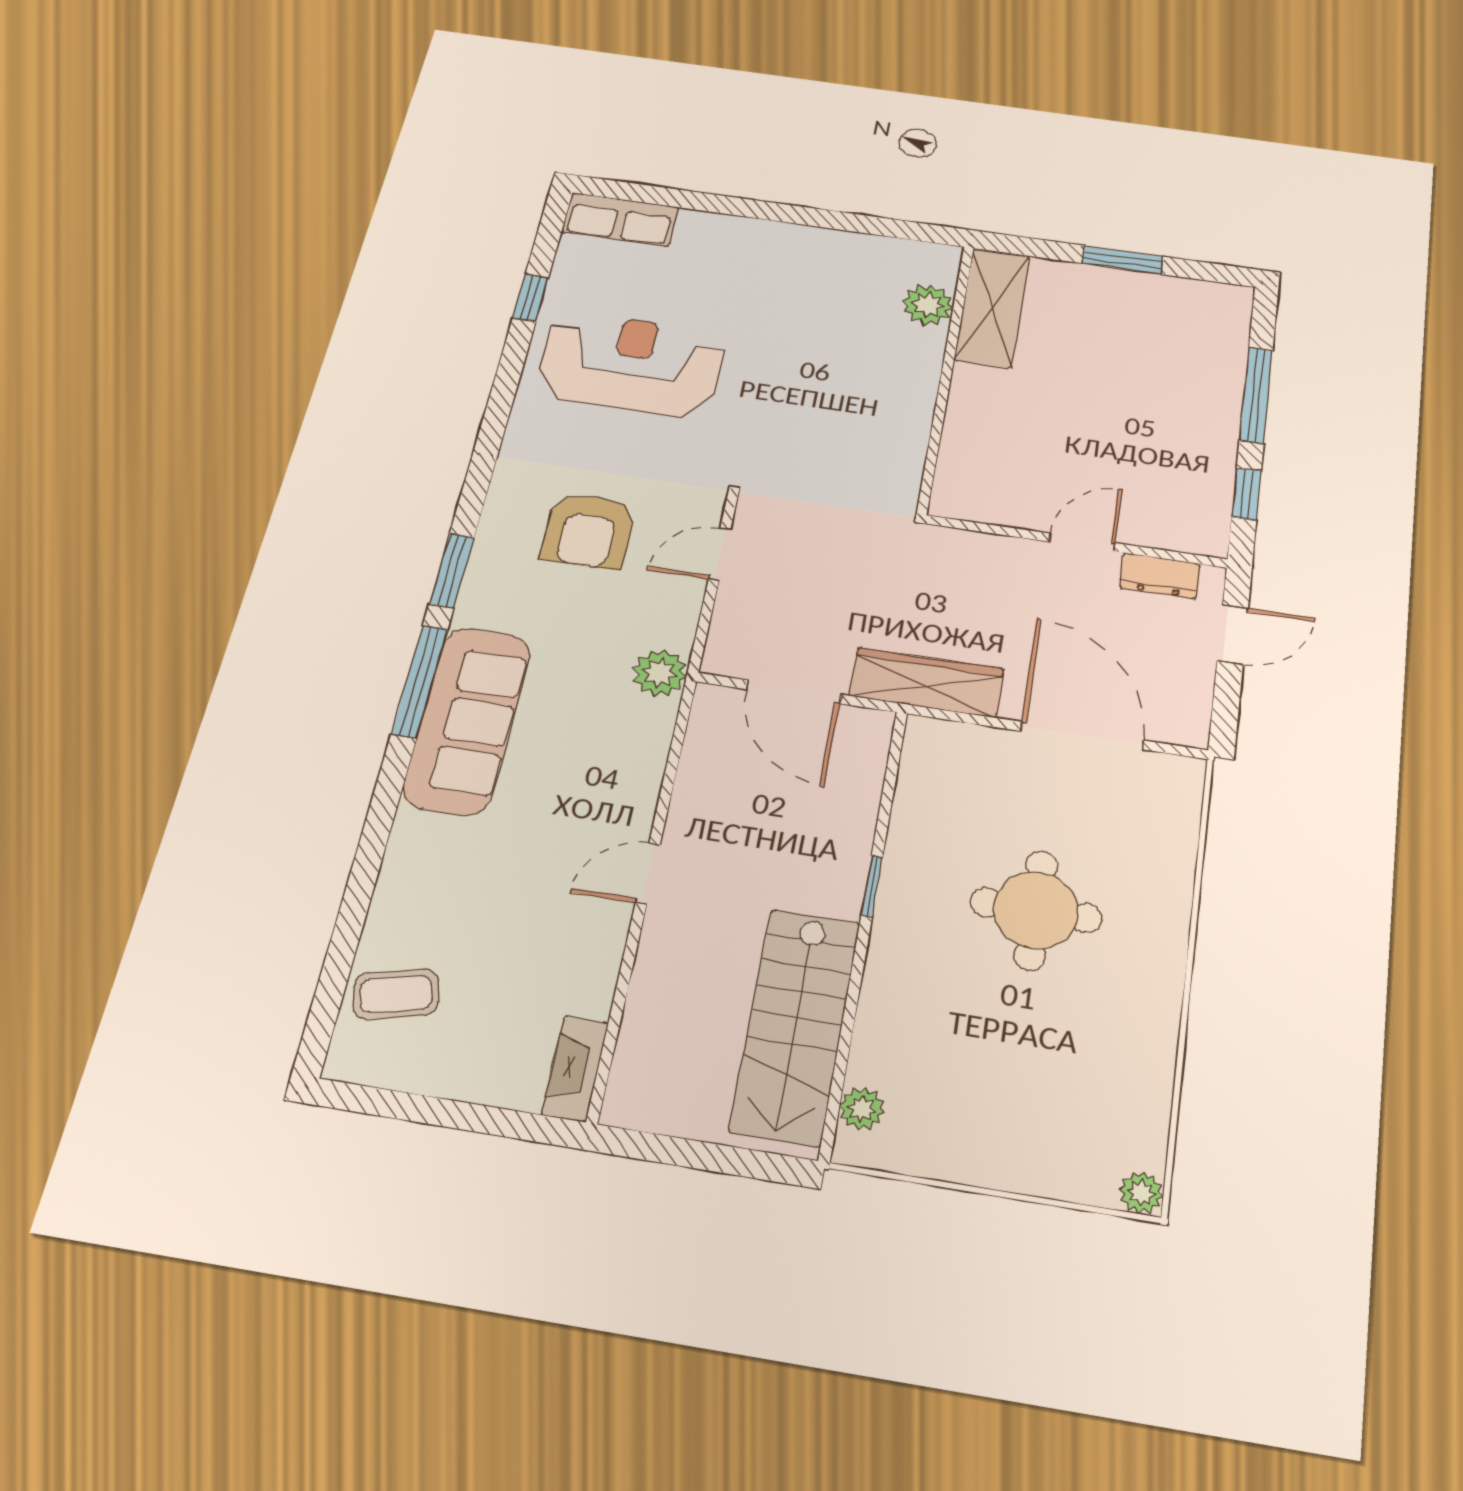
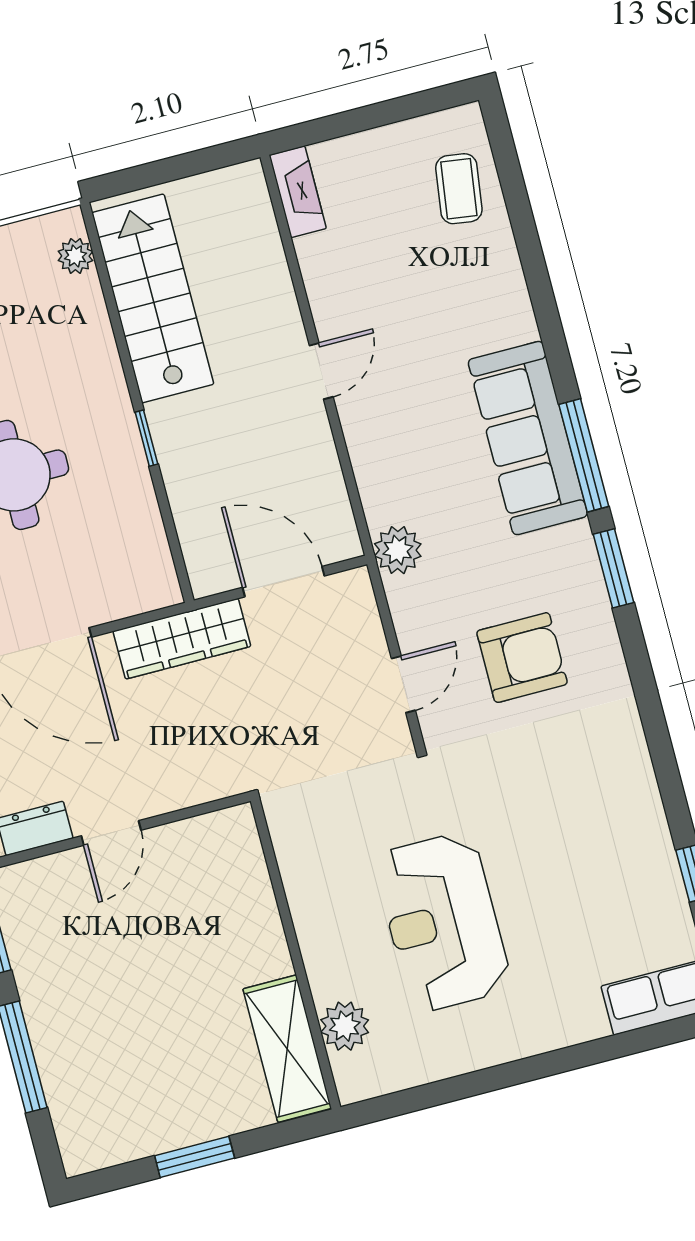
reception desk: (631, 364) -> (442, 922), moved, turned 90
armchair: (588, 531) -> (522, 658), turned 90
coffee table: (396, 994) -> (459, 189), turned -68

